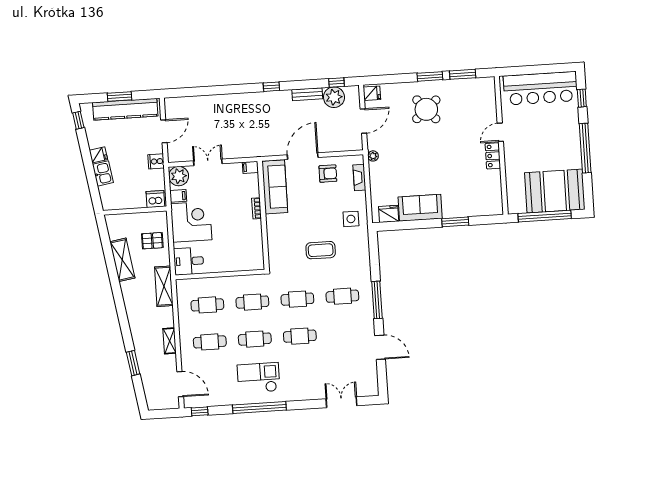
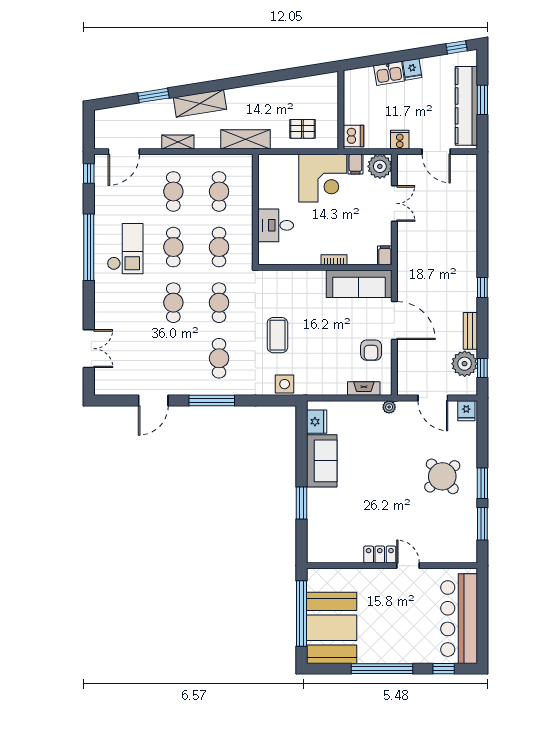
side table: (351, 219) -> (285, 384), moved
pallet: (152, 241) -> (302, 129), turned 90
shelving: (122, 260) -> (200, 103), moved
desk: (189, 261) -> (276, 225), moved, turned -90

